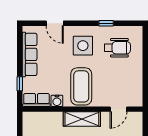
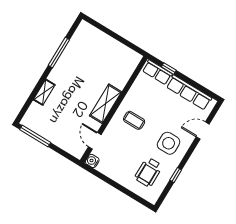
coffee table: (81, 86) -> (134, 120), width x0.54, depth x0.58
row of seats: (36, 100) -> (157, 72), moved, turned 90
water cooler: (57, 101) -> (92, 161), moved

